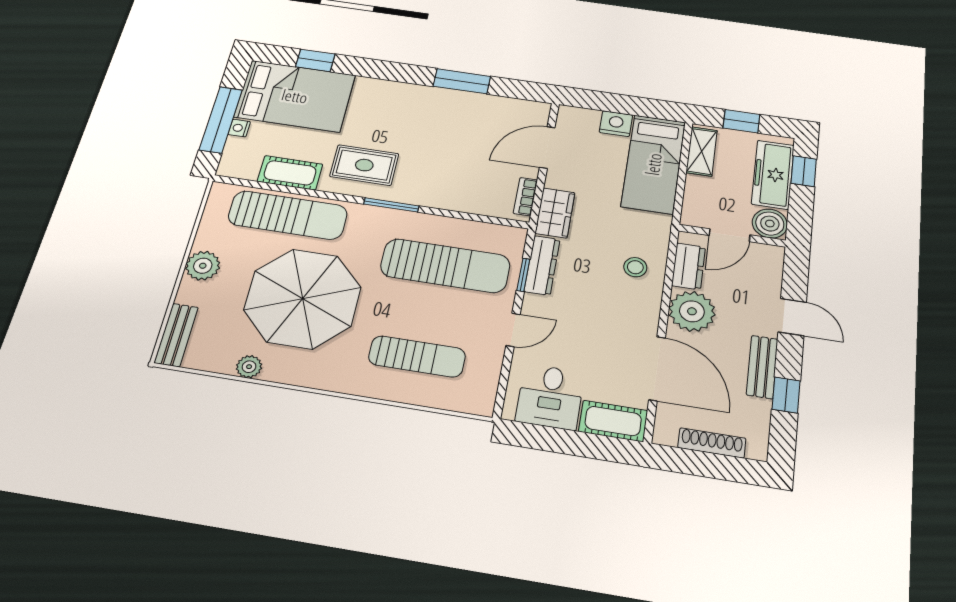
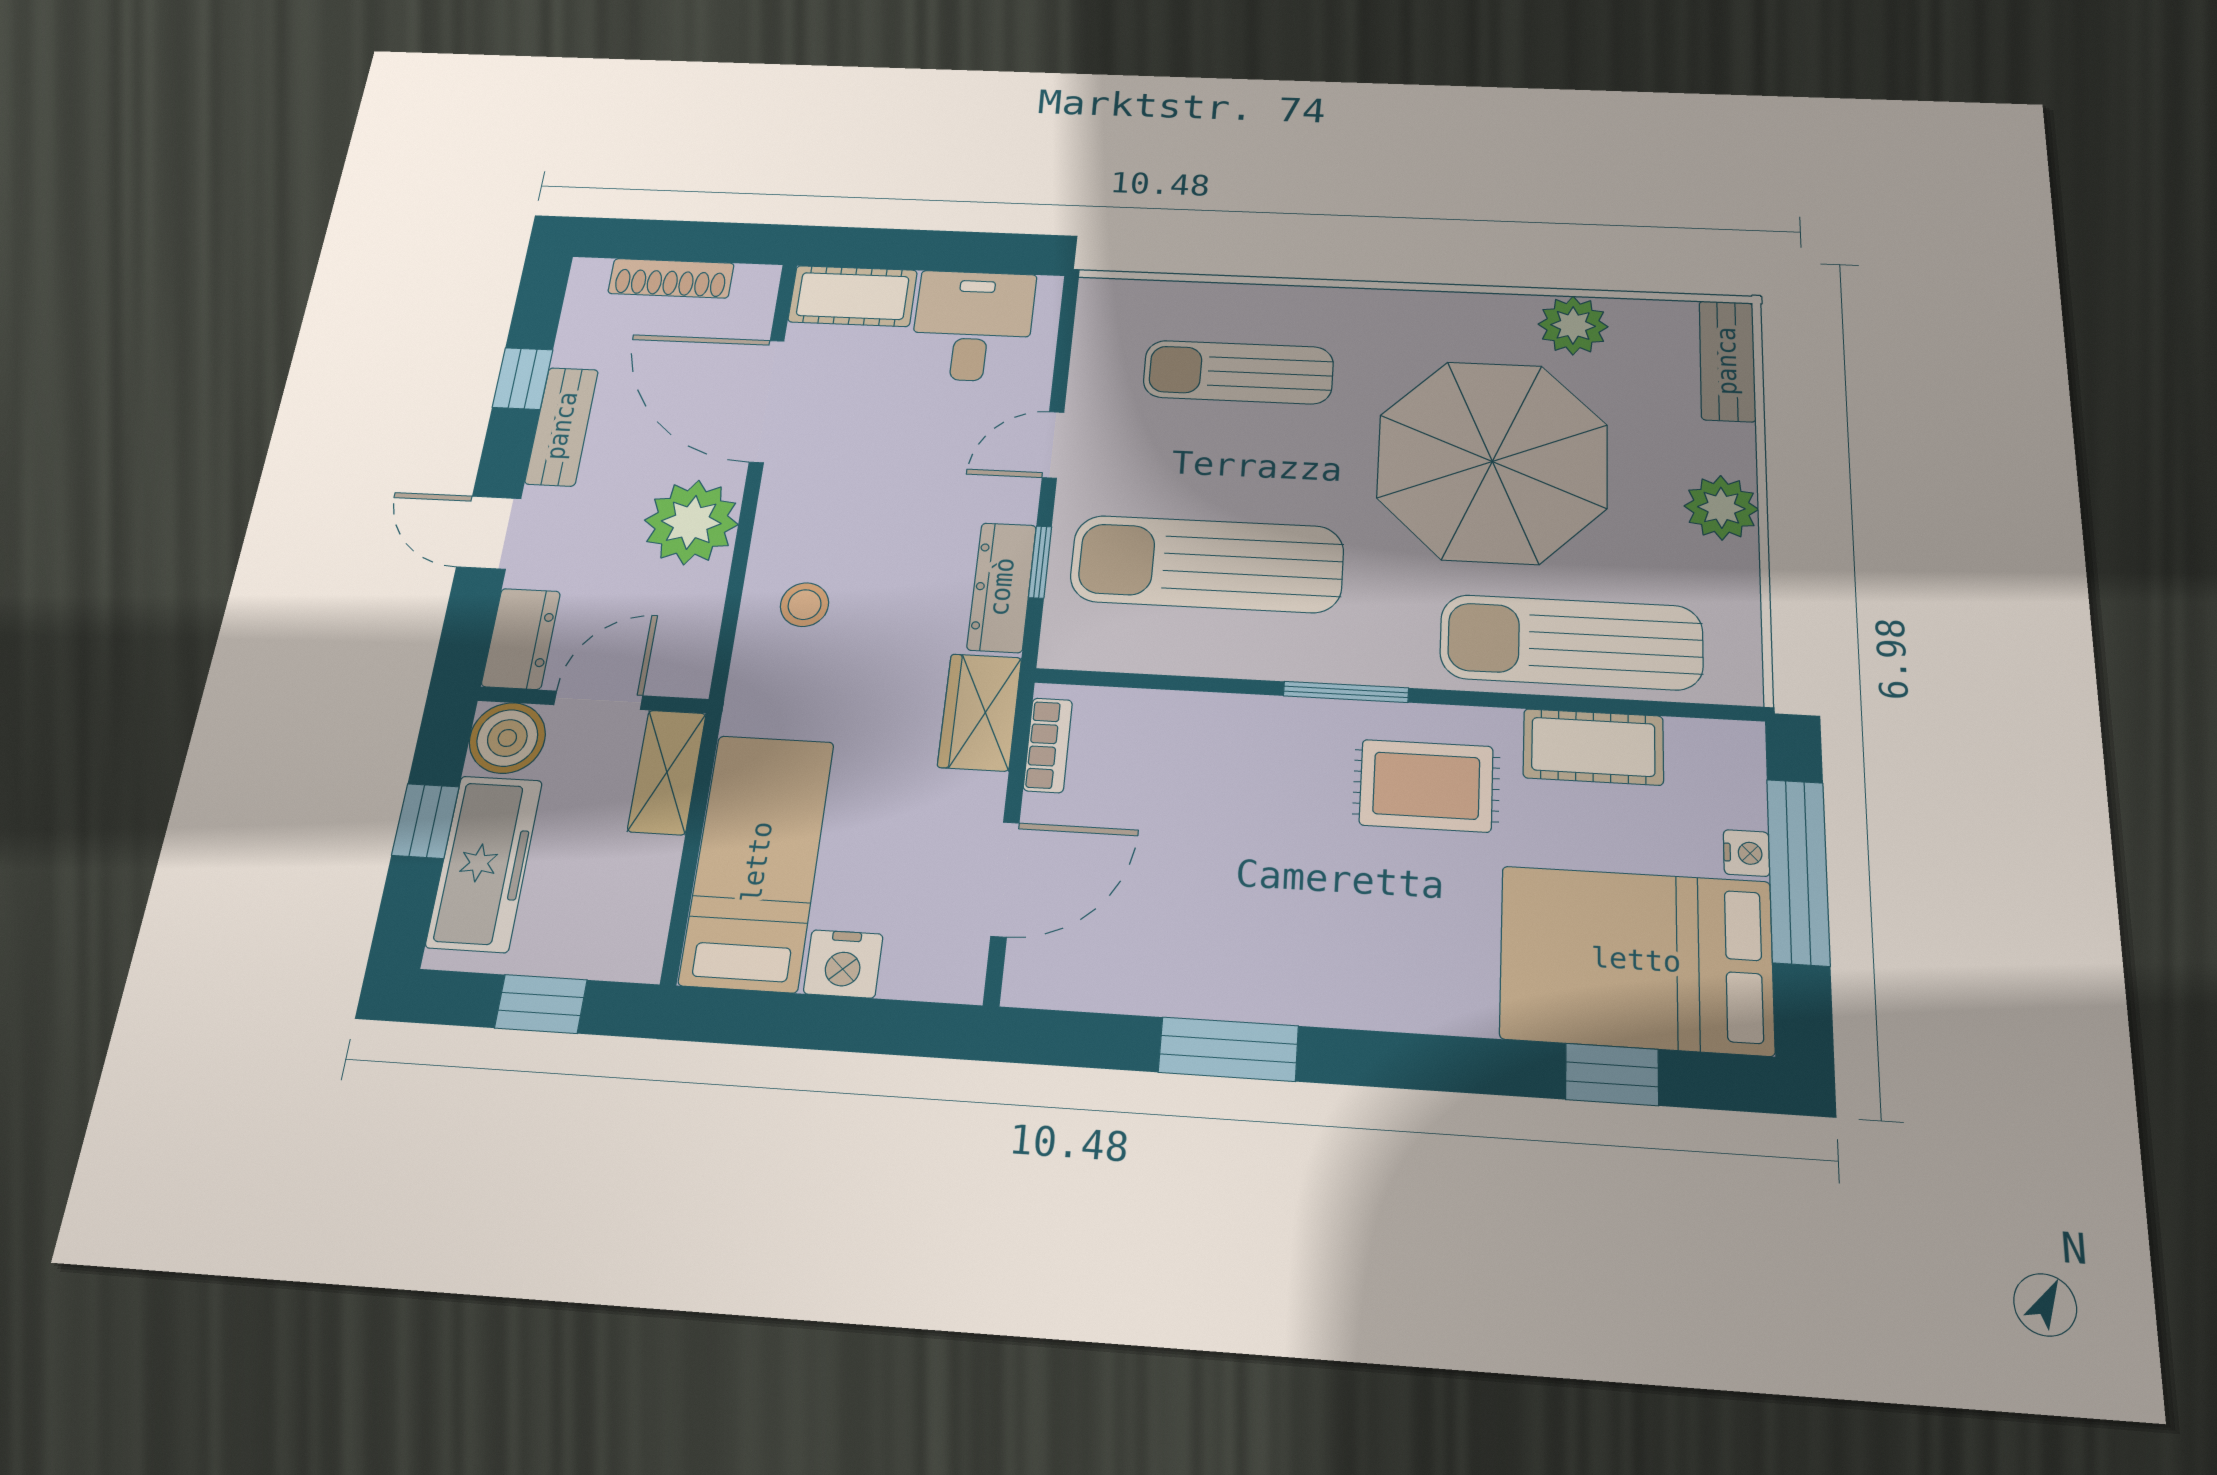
shelving: (702, 151) -> (667, 772), moved
window: (804, 171) -> (426, 821), moved
dresser: (688, 266) -> (521, 639), moved, turned 180
plant: (249, 367) -> (1573, 325), width x1.38, depth x1.38

